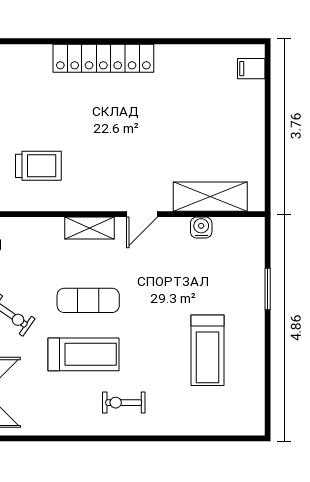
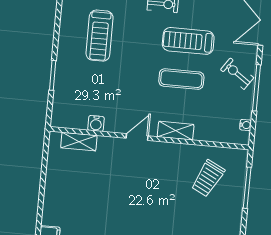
trolley: (38, 166) -> (208, 178), turned -63
shelving: (210, 197) -> (79, 142), width x0.67, depth x0.75
treadmill: (208, 350) -> (100, 36), turned 180

